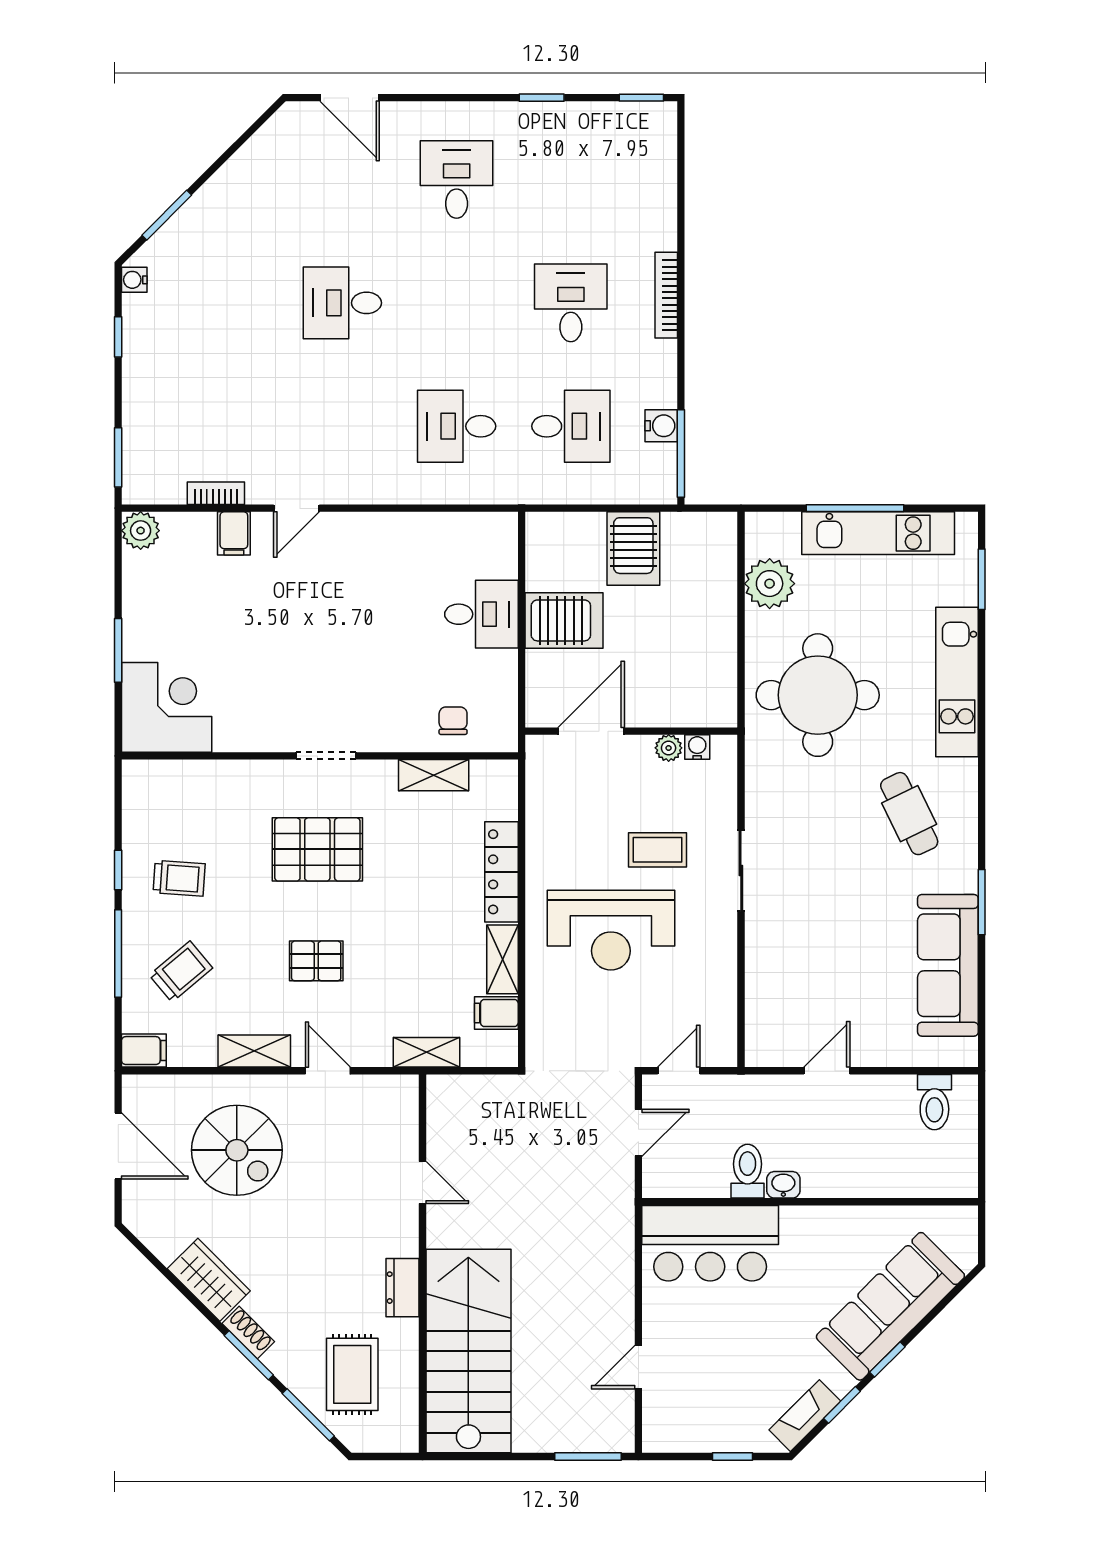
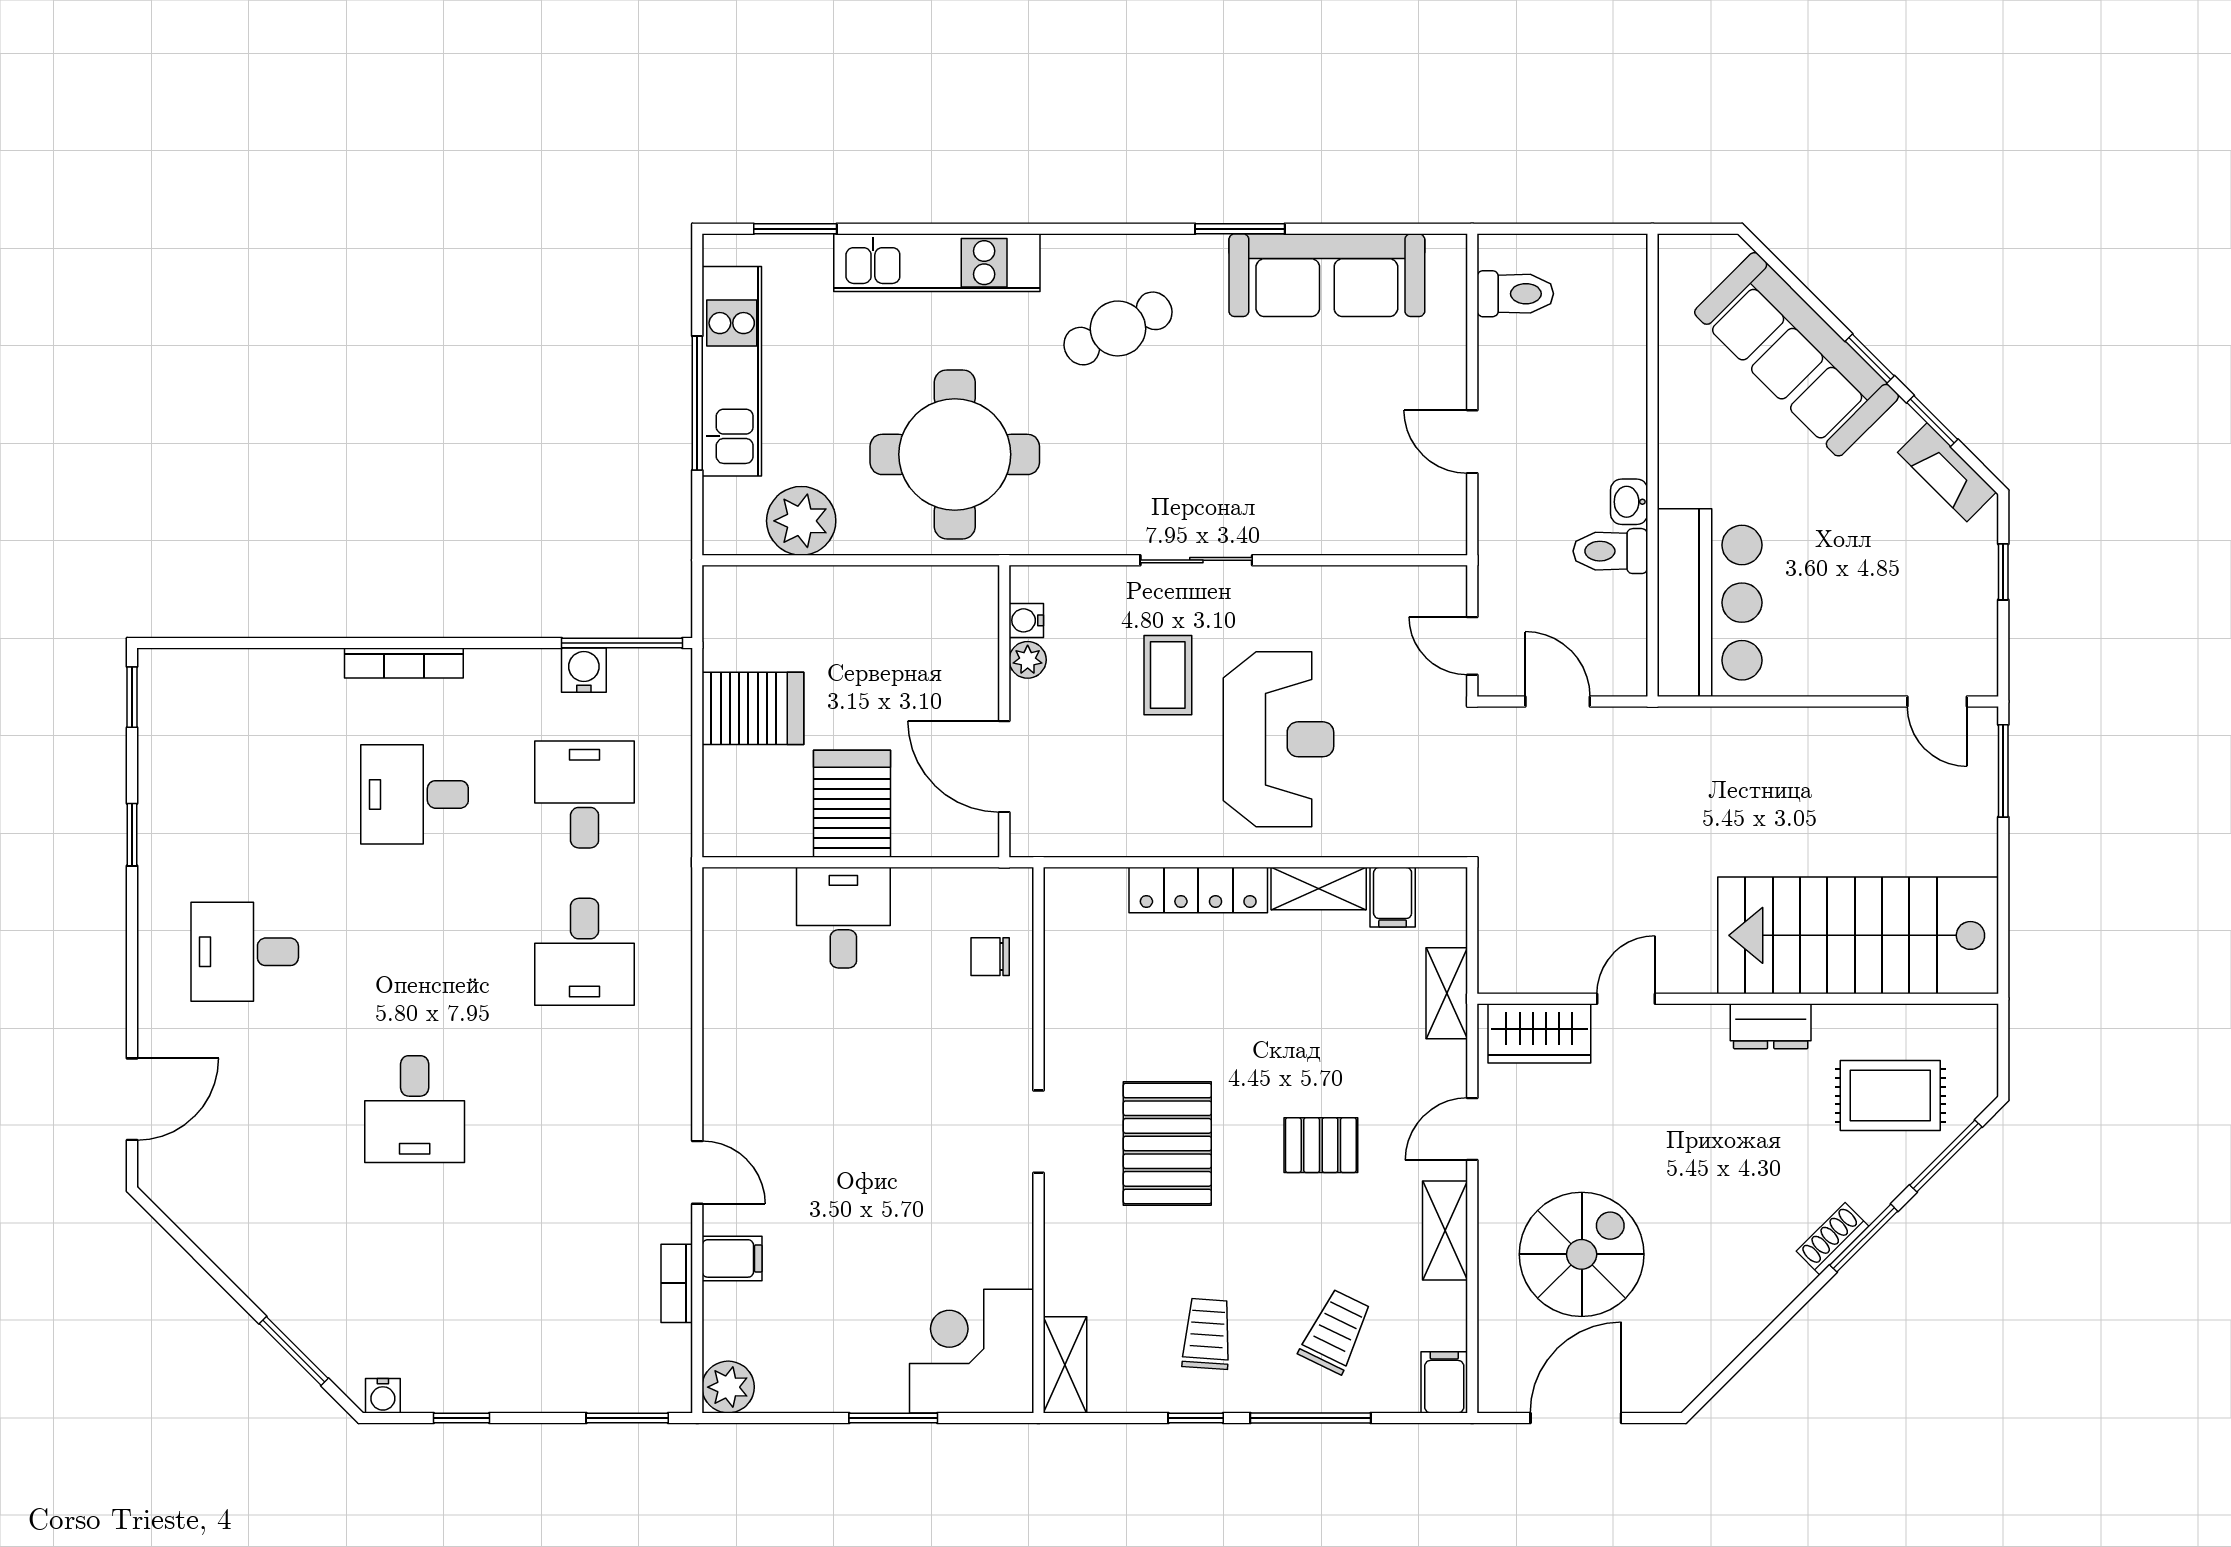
shelving: (434, 775) -> (1065, 1365), moved
pallet: (316, 961) -> (1321, 1145), turned 90
trolley: (181, 972) -> (1335, 1331), turned 66
wardrobe: (209, 1280) -> (1539, 1033), moved, turned -135
door: (638, 1367) -> (1937, 701), moved

